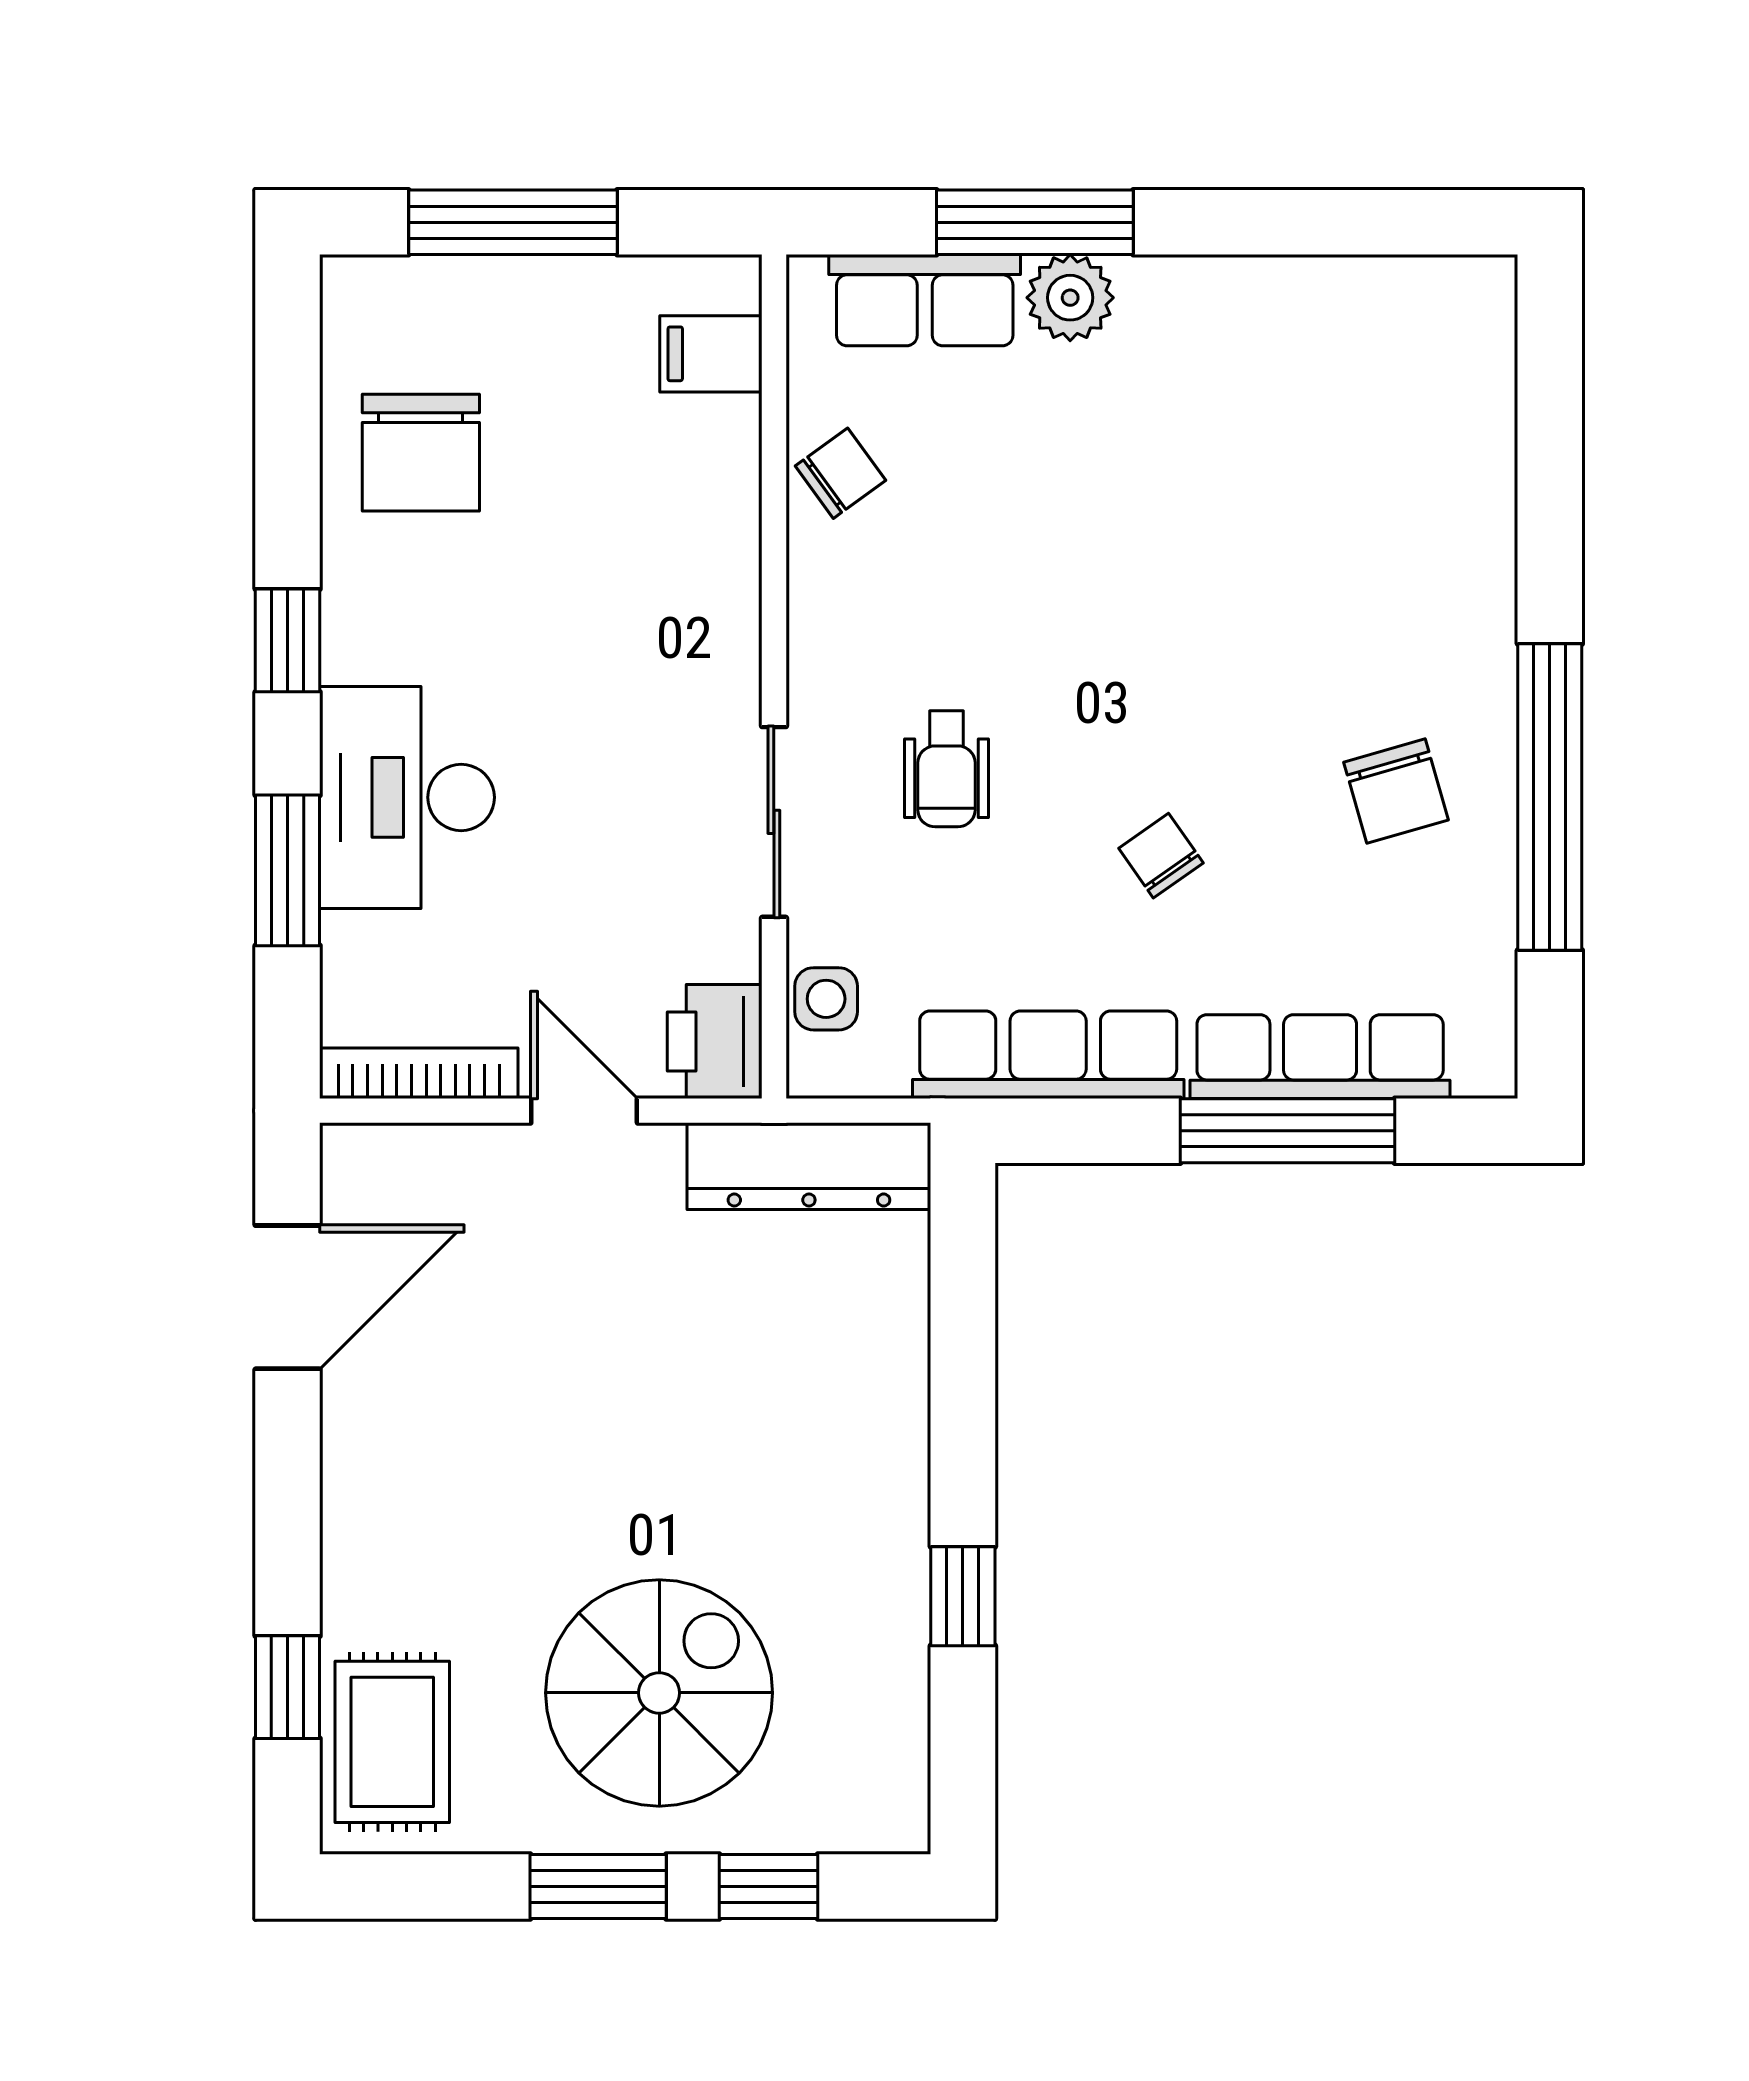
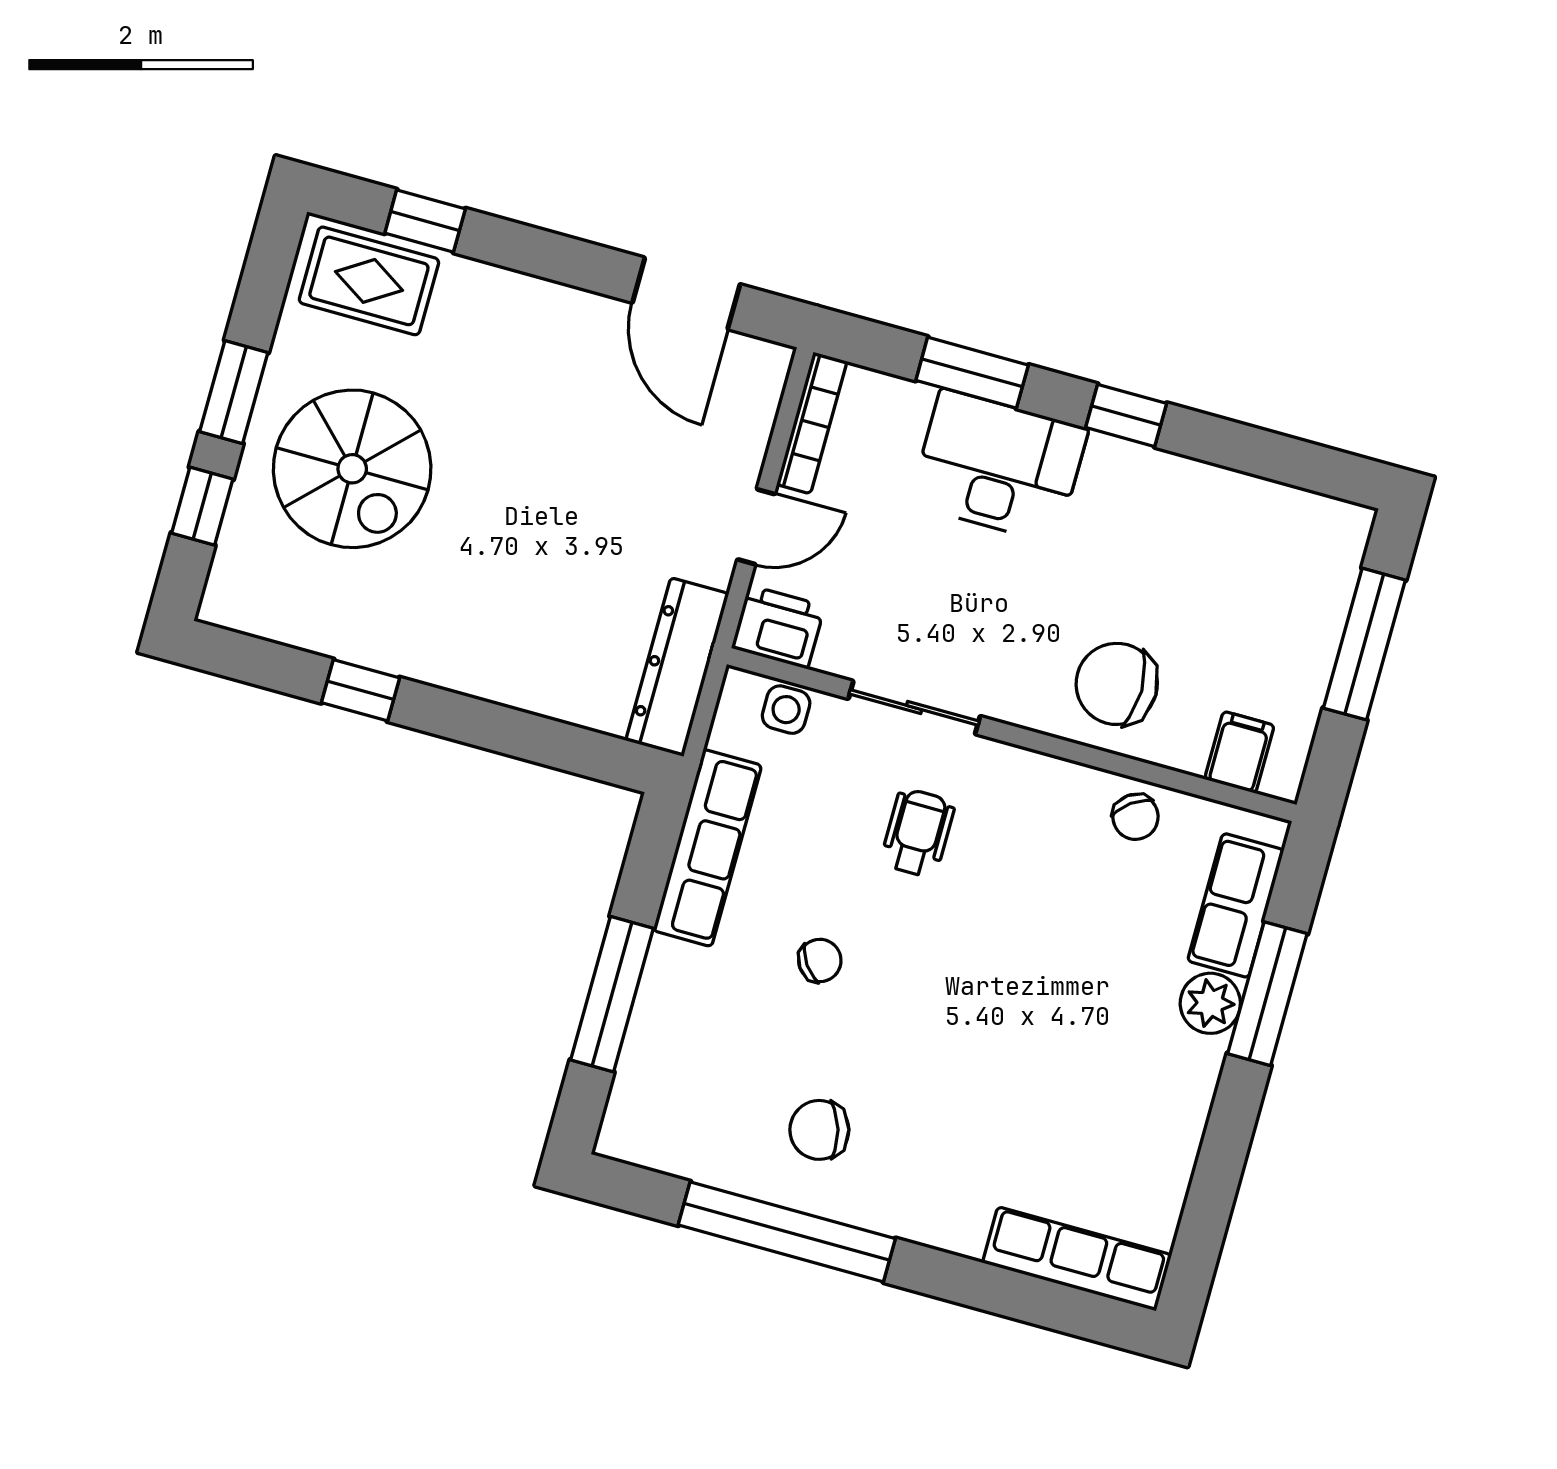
chair: (421, 453) -> (1117, 684), moved
wheelchair: (946, 769) -> (918, 833), turned 90
row of seats: (1320, 1057) -> (1077, 1259), moved, turned -90

